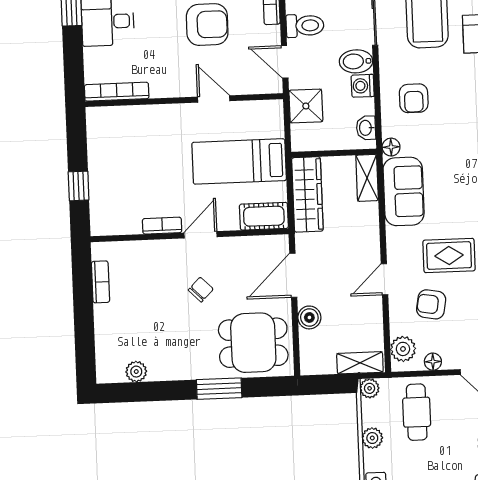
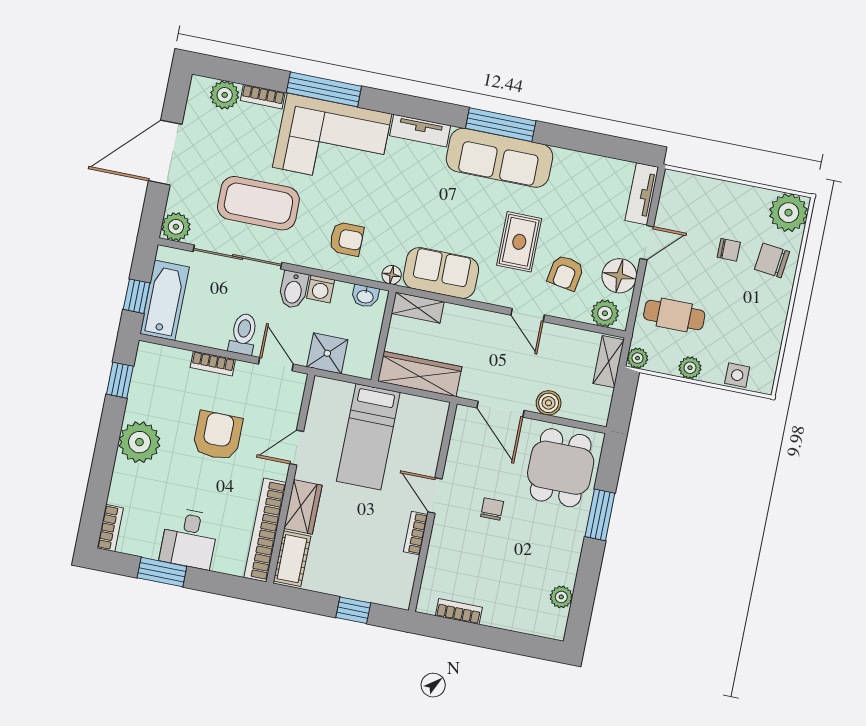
door: (285, 62) -> (276, 364), swing flipped
bookcase: (117, 92) -> (265, 530), width x1.48, depth x1.31
wardrobe: (161, 118) -> (303, 507), added
cot: (264, 216) -> (292, 559), moved
chair: (201, 290) -> (492, 509), turned 45
floor lamp: (433, 362) -> (619, 276), width x1.89, depth x1.89

